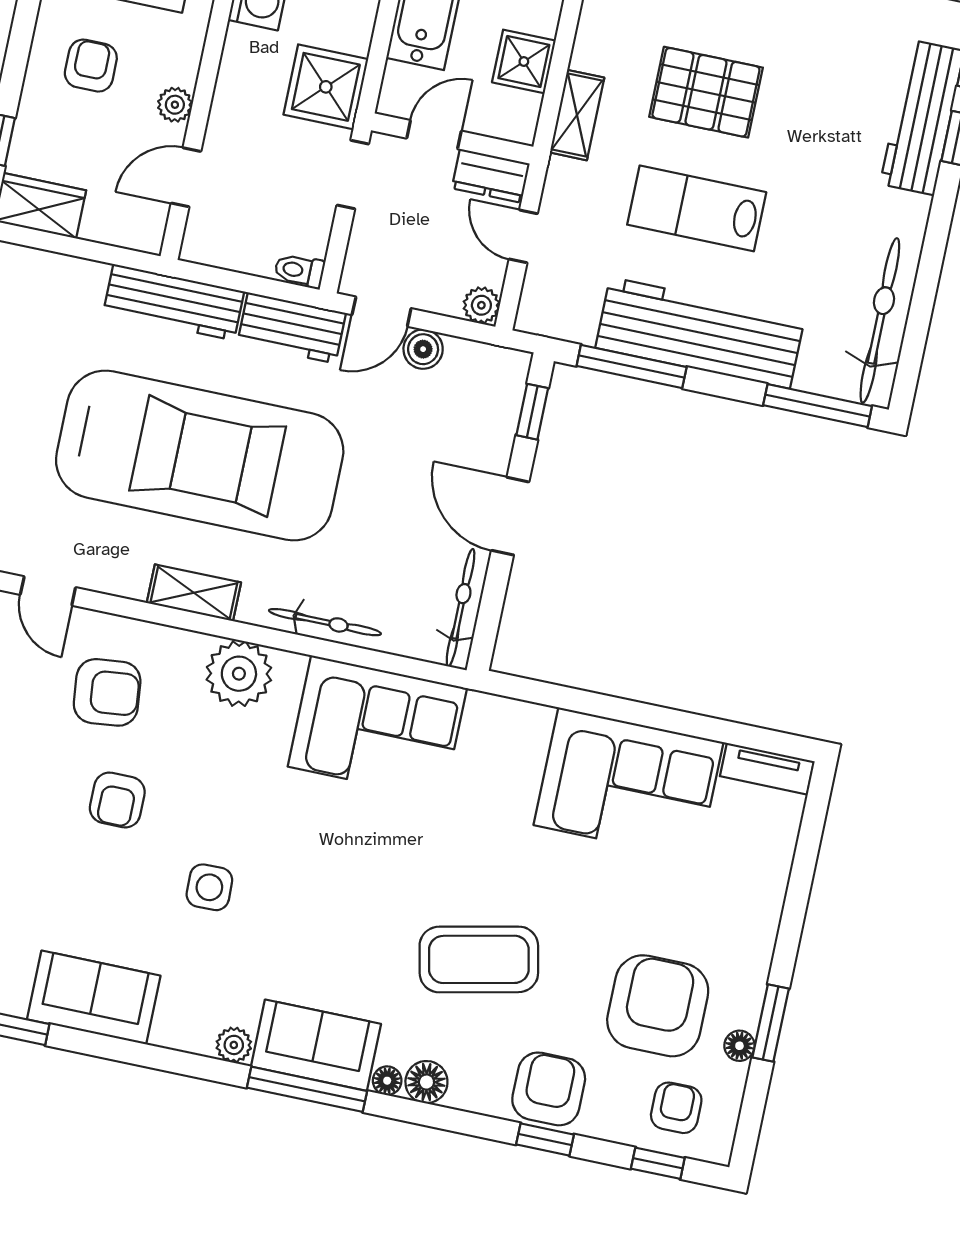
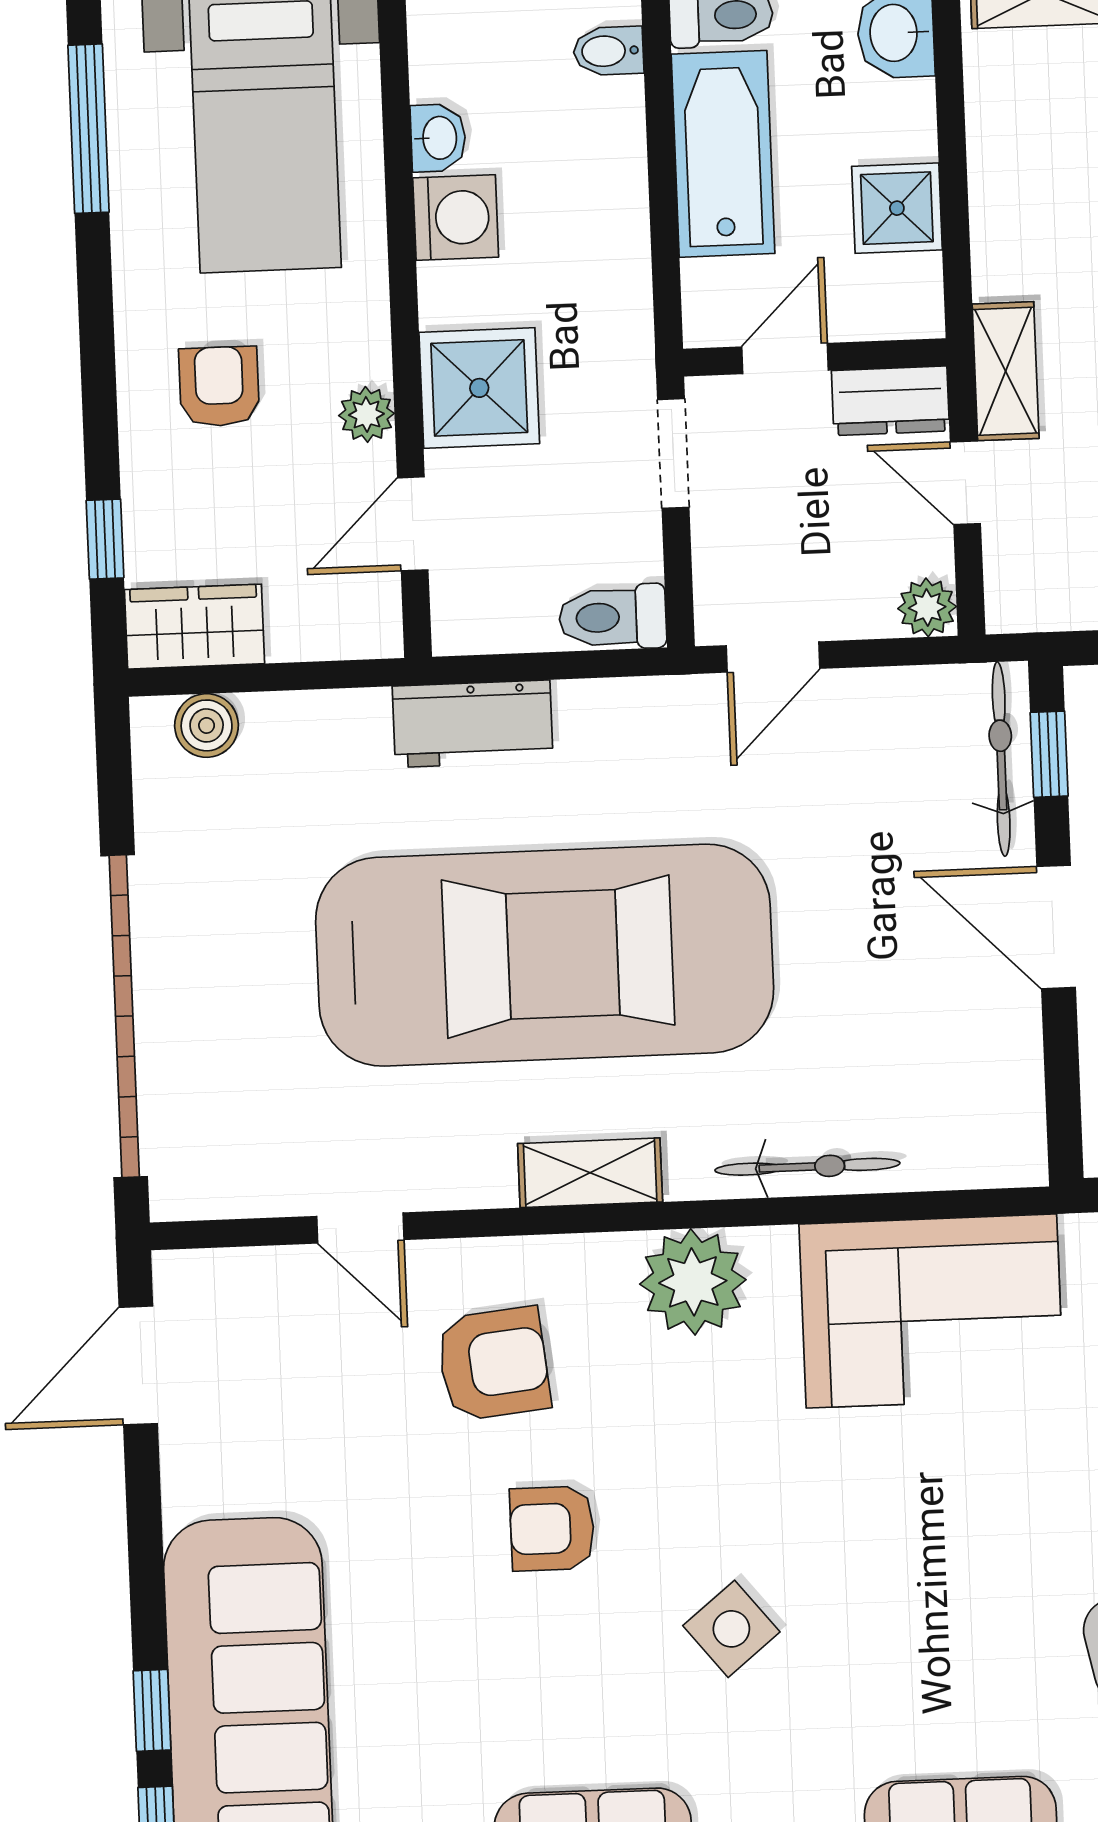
shower: (326, 87) -> (479, 388), moved
shelving: (577, 115) -> (1006, 371), moved
toilet: (299, 271) -> (613, 617), width x1.37, depth x1.39
workbench: (174, 302) -> (473, 724), width x0.73
workbench: (292, 328) -> (638, 718), removed
boiler: (423, 349) -> (207, 725), moved
bicycle: (461, 608) -> (1001, 759), moved
armchair: (117, 800) -> (552, 1528), turned 90
side table: (209, 887) -> (731, 1629), turned -38

